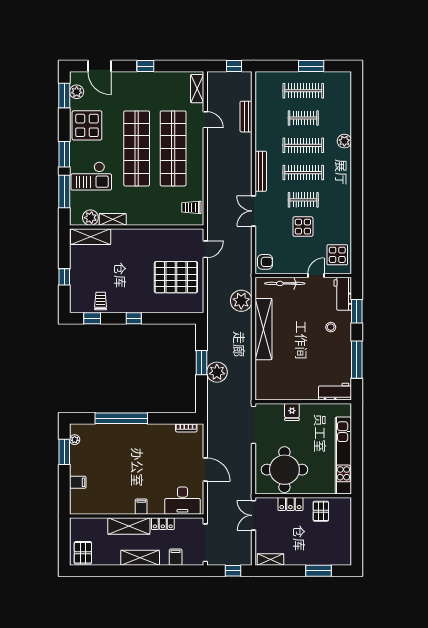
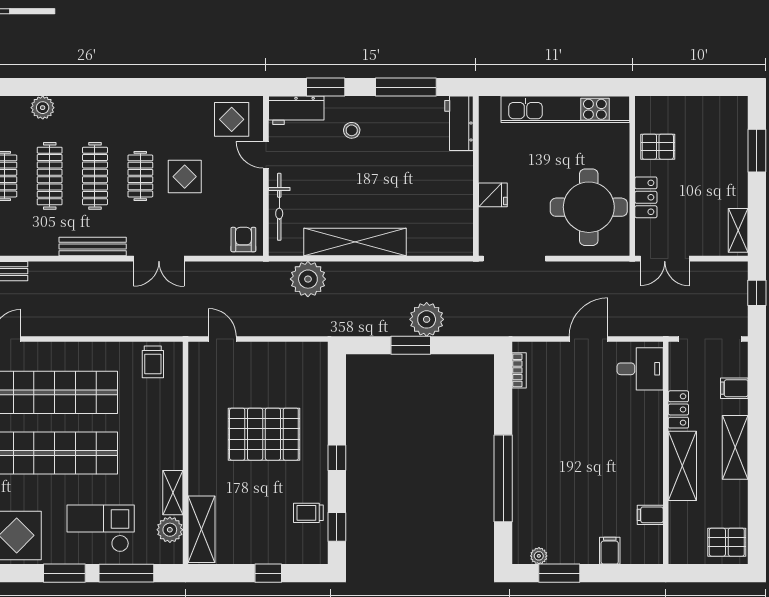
checkout: (91, 176) -> (101, 528), turned -90
pallet: (176, 277) -> (264, 434), moved, turned 90
desk: (182, 501) -> (640, 369), width x0.73
filing cabinet: (141, 507) -> (650, 515), moved

